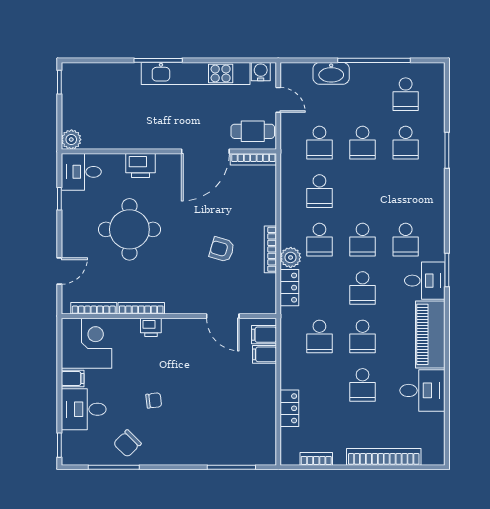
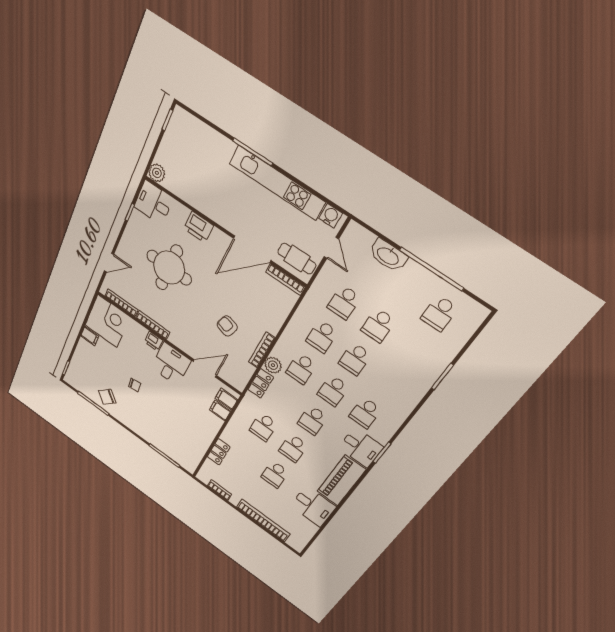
school desk: (406, 143) -> (355, 359), moved
door: (223, 316) -> (205, 368), swing flipped
desk: (84, 409) -> (171, 364), moved, turned 90

